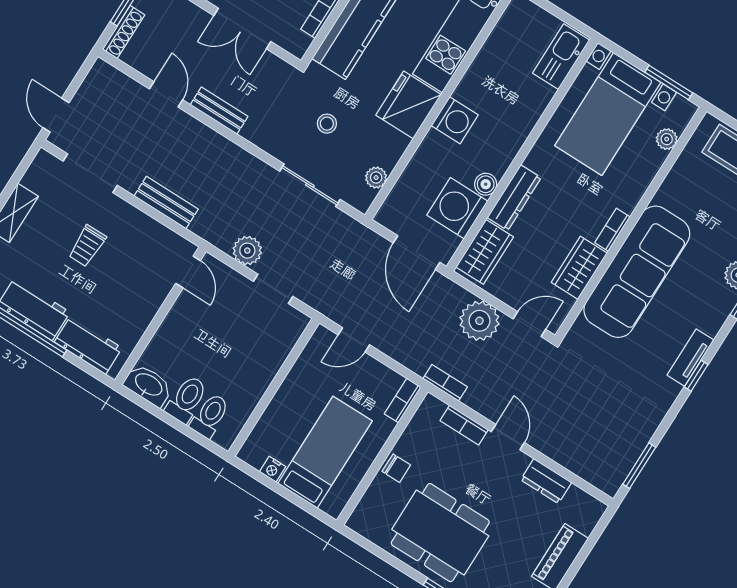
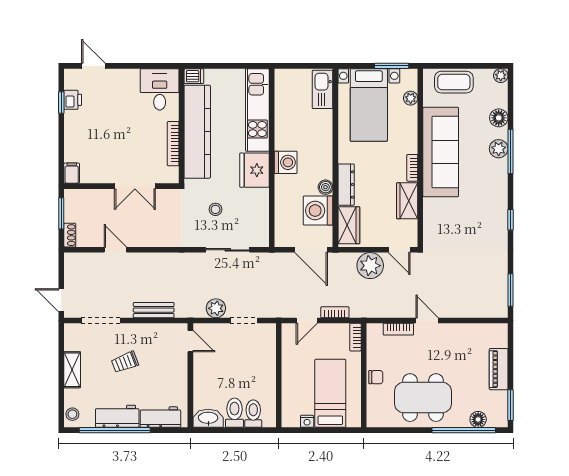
shoe rack: (124, 32) -> (70, 235), width x0.70
bench: (219, 111) -> (151, 240), removed
plant: (376, 178) -> (262, 222), removed
trolley: (87, 246) -> (125, 362), turned 69
sofa: (637, 272) -> (441, 152), moved
door: (529, 324) -> (399, 250), swing flipped
tv unit: (690, 358) -> (501, 212), removed
bookcase: (445, 383) -> (335, 312), moved
dresser: (546, 481) -> (464, 331), removed

